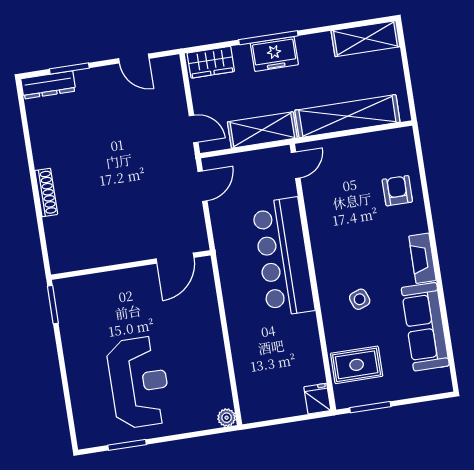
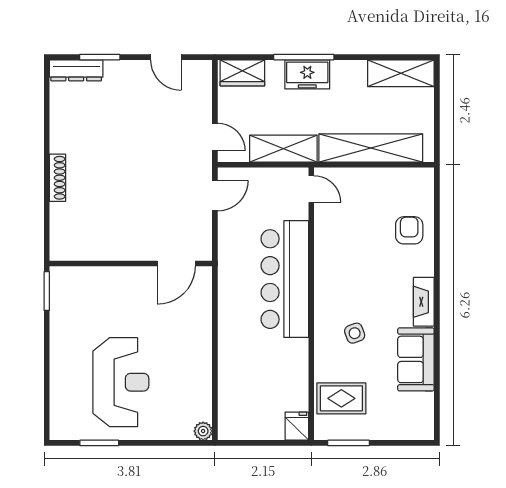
door: (296, 165) -> (311, 189), hinge flipped
sofa: (425, 327) -> (416, 359), width x0.73

